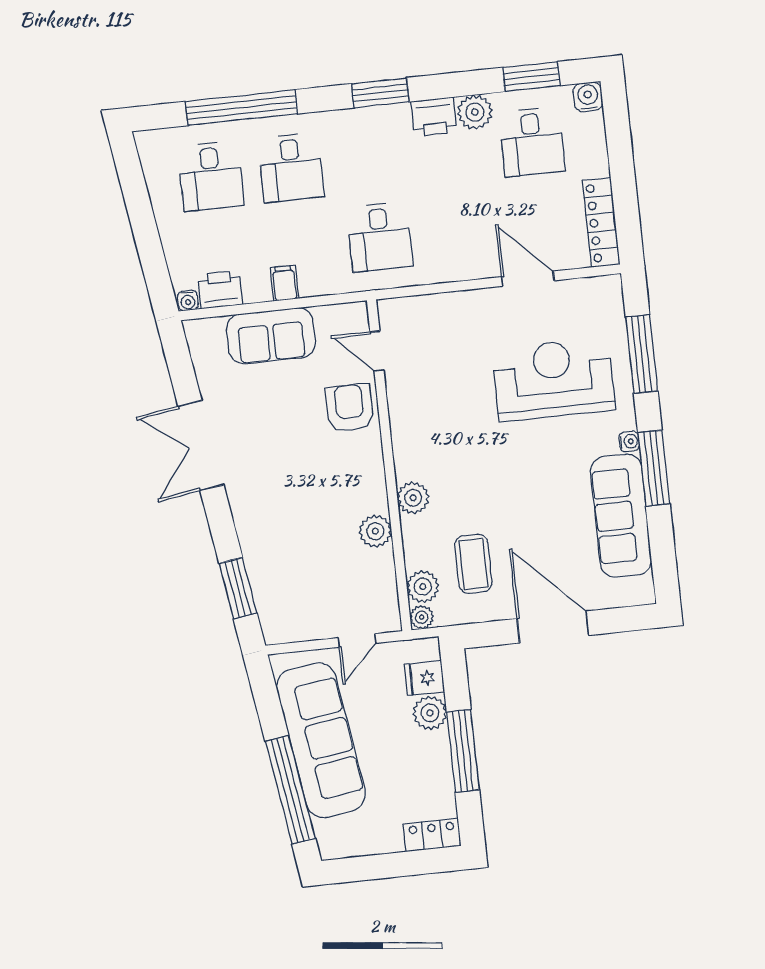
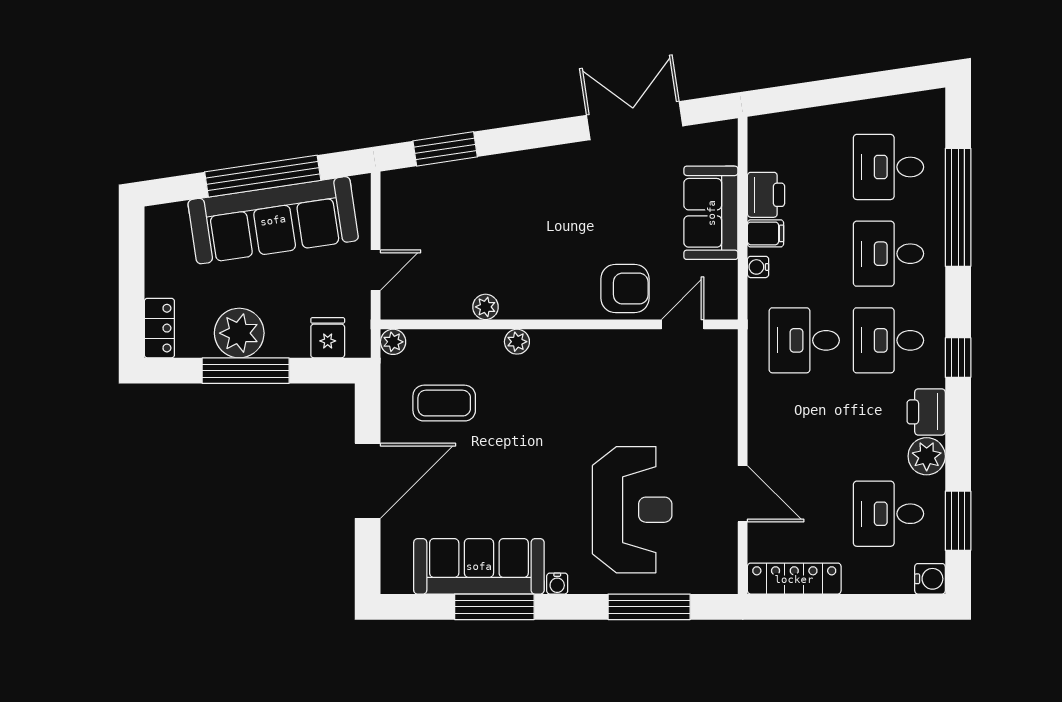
window: (380, 93) -> (958, 358), width x0.67
desk: (371, 159) -> (888, 340), added
door: (528, 279) -> (743, 494), hinge flipped
printer: (220, 290) -> (766, 195), moved
water cooler: (188, 301) -> (758, 267), moved
double door: (201, 445) -> (635, 121), moved
window: (654, 468) -> (494, 607), moved
plant: (413, 498) -> (517, 342), width x0.73, depth x0.73
plant: (375, 531) -> (485, 307), width x0.73, depth x0.73
plant: (423, 587) -> (426, 347), removed
door: (357, 640) -> (376, 270), swing flipped
plant: (430, 713) -> (239, 333), moved, width x1.36, depth x1.36
window: (290, 790) -> (263, 176), moved

